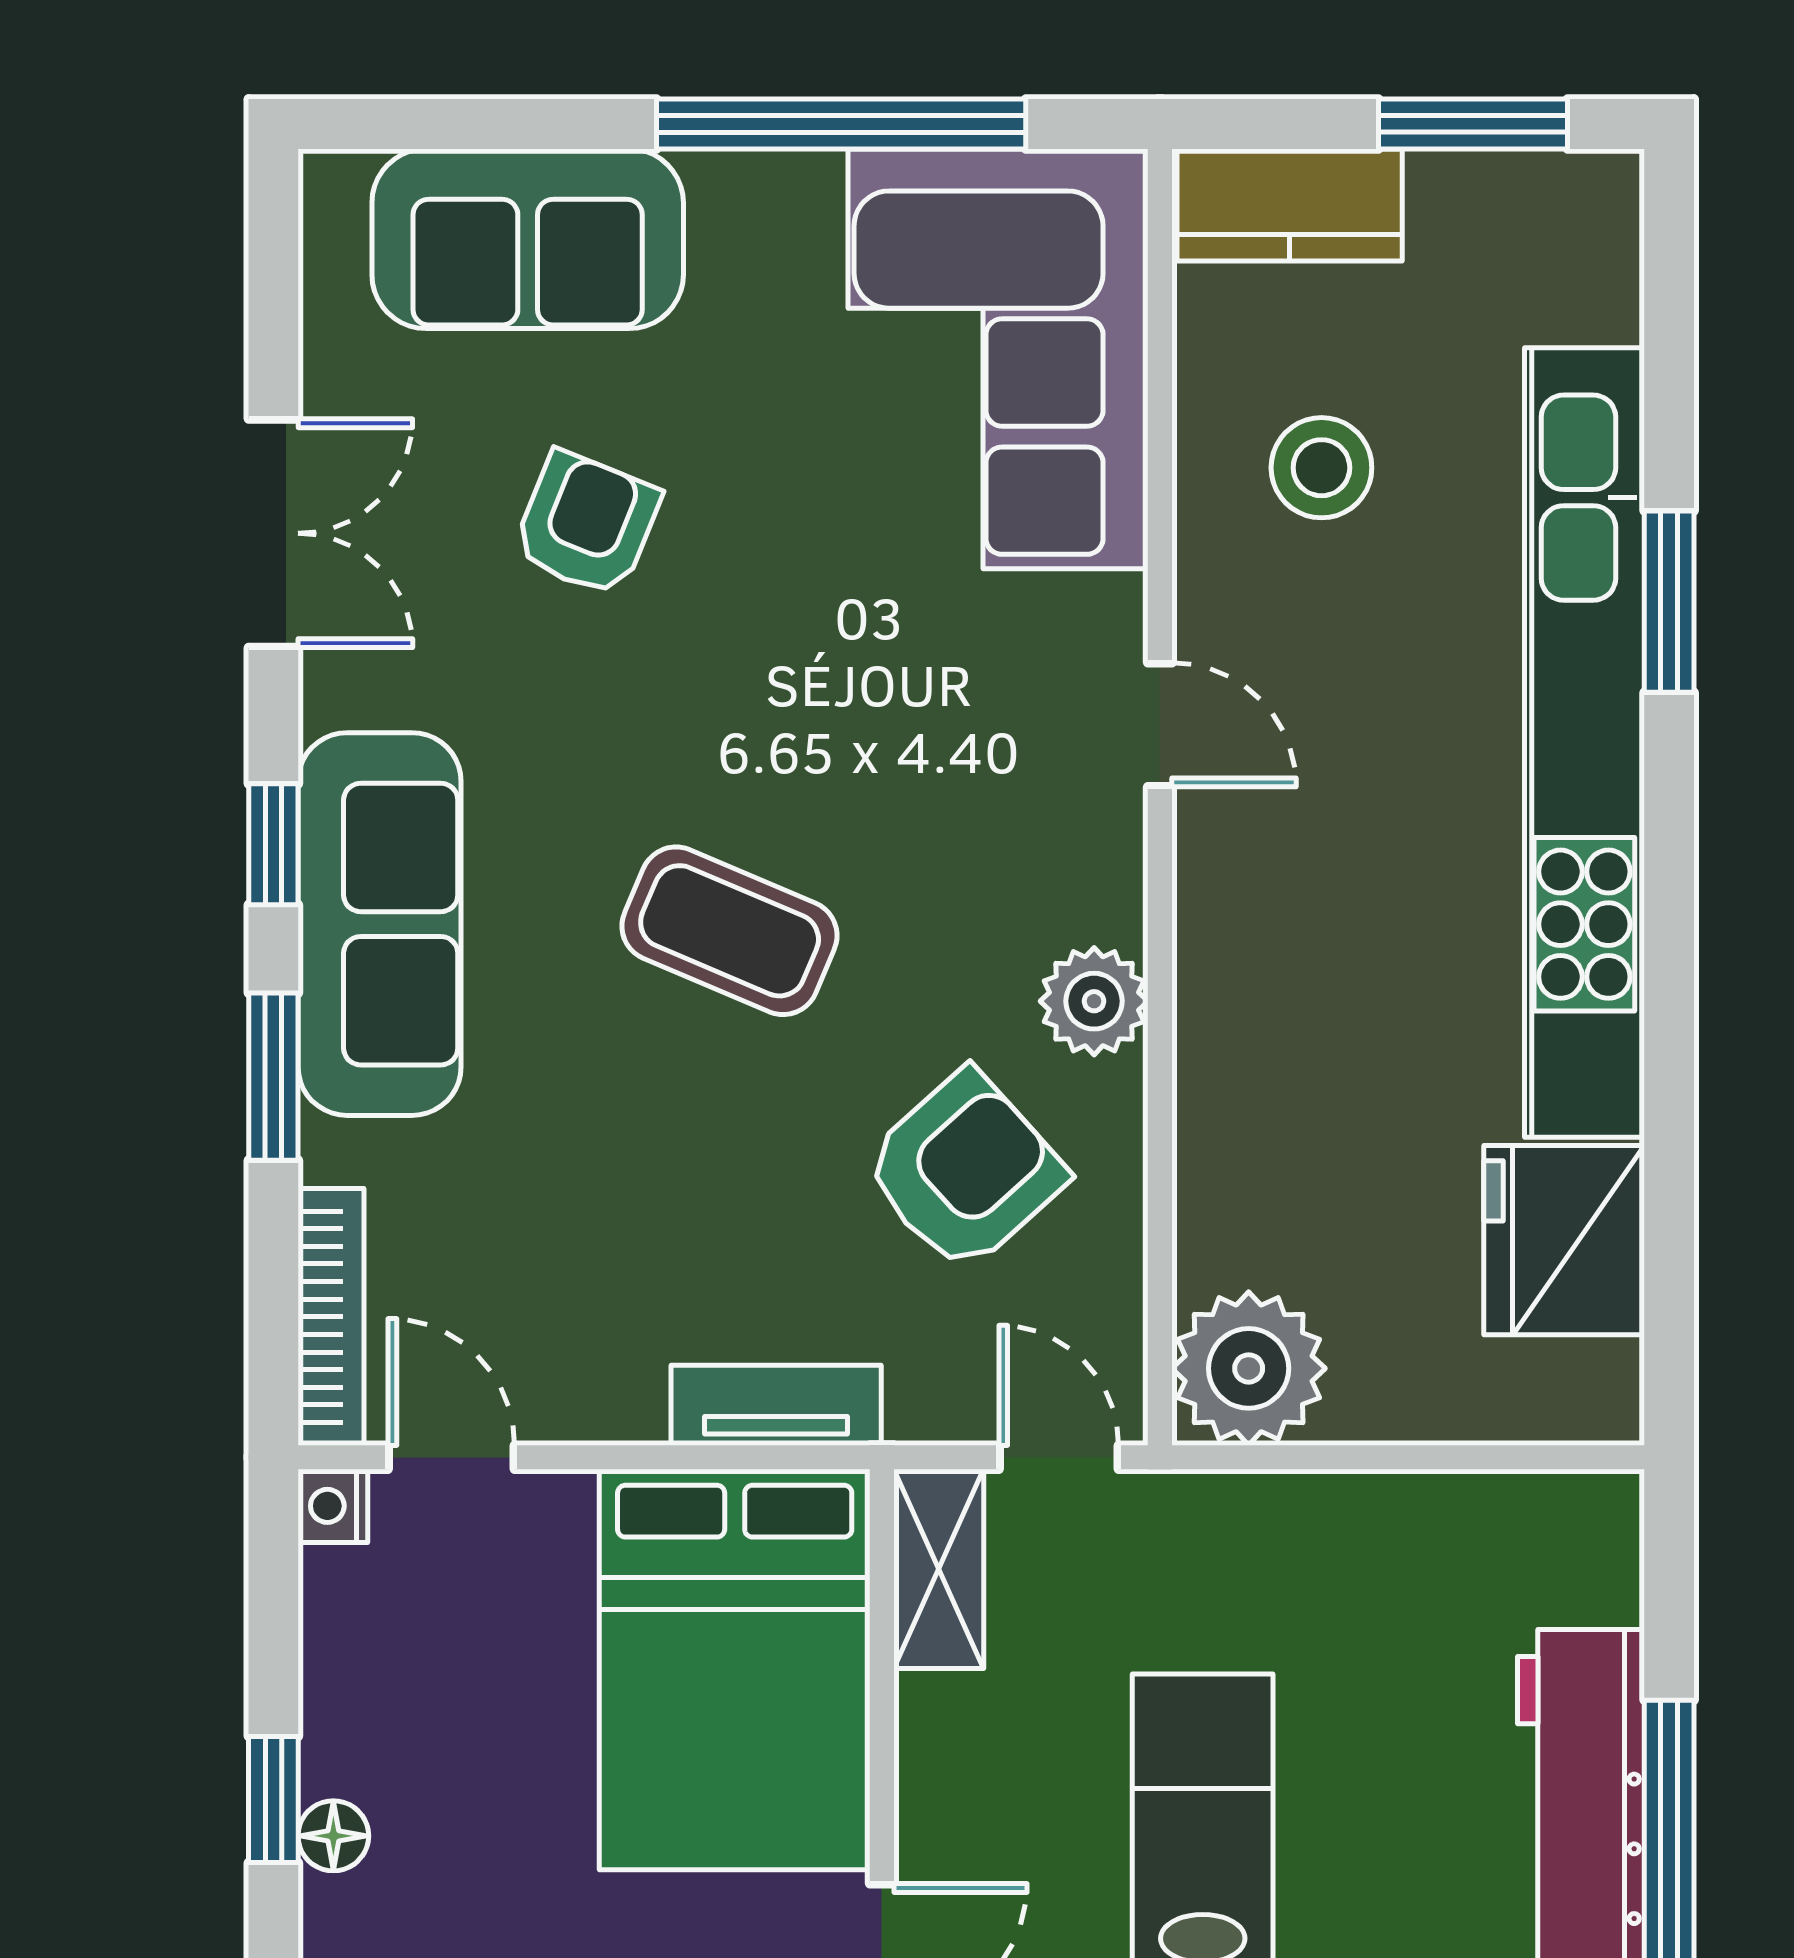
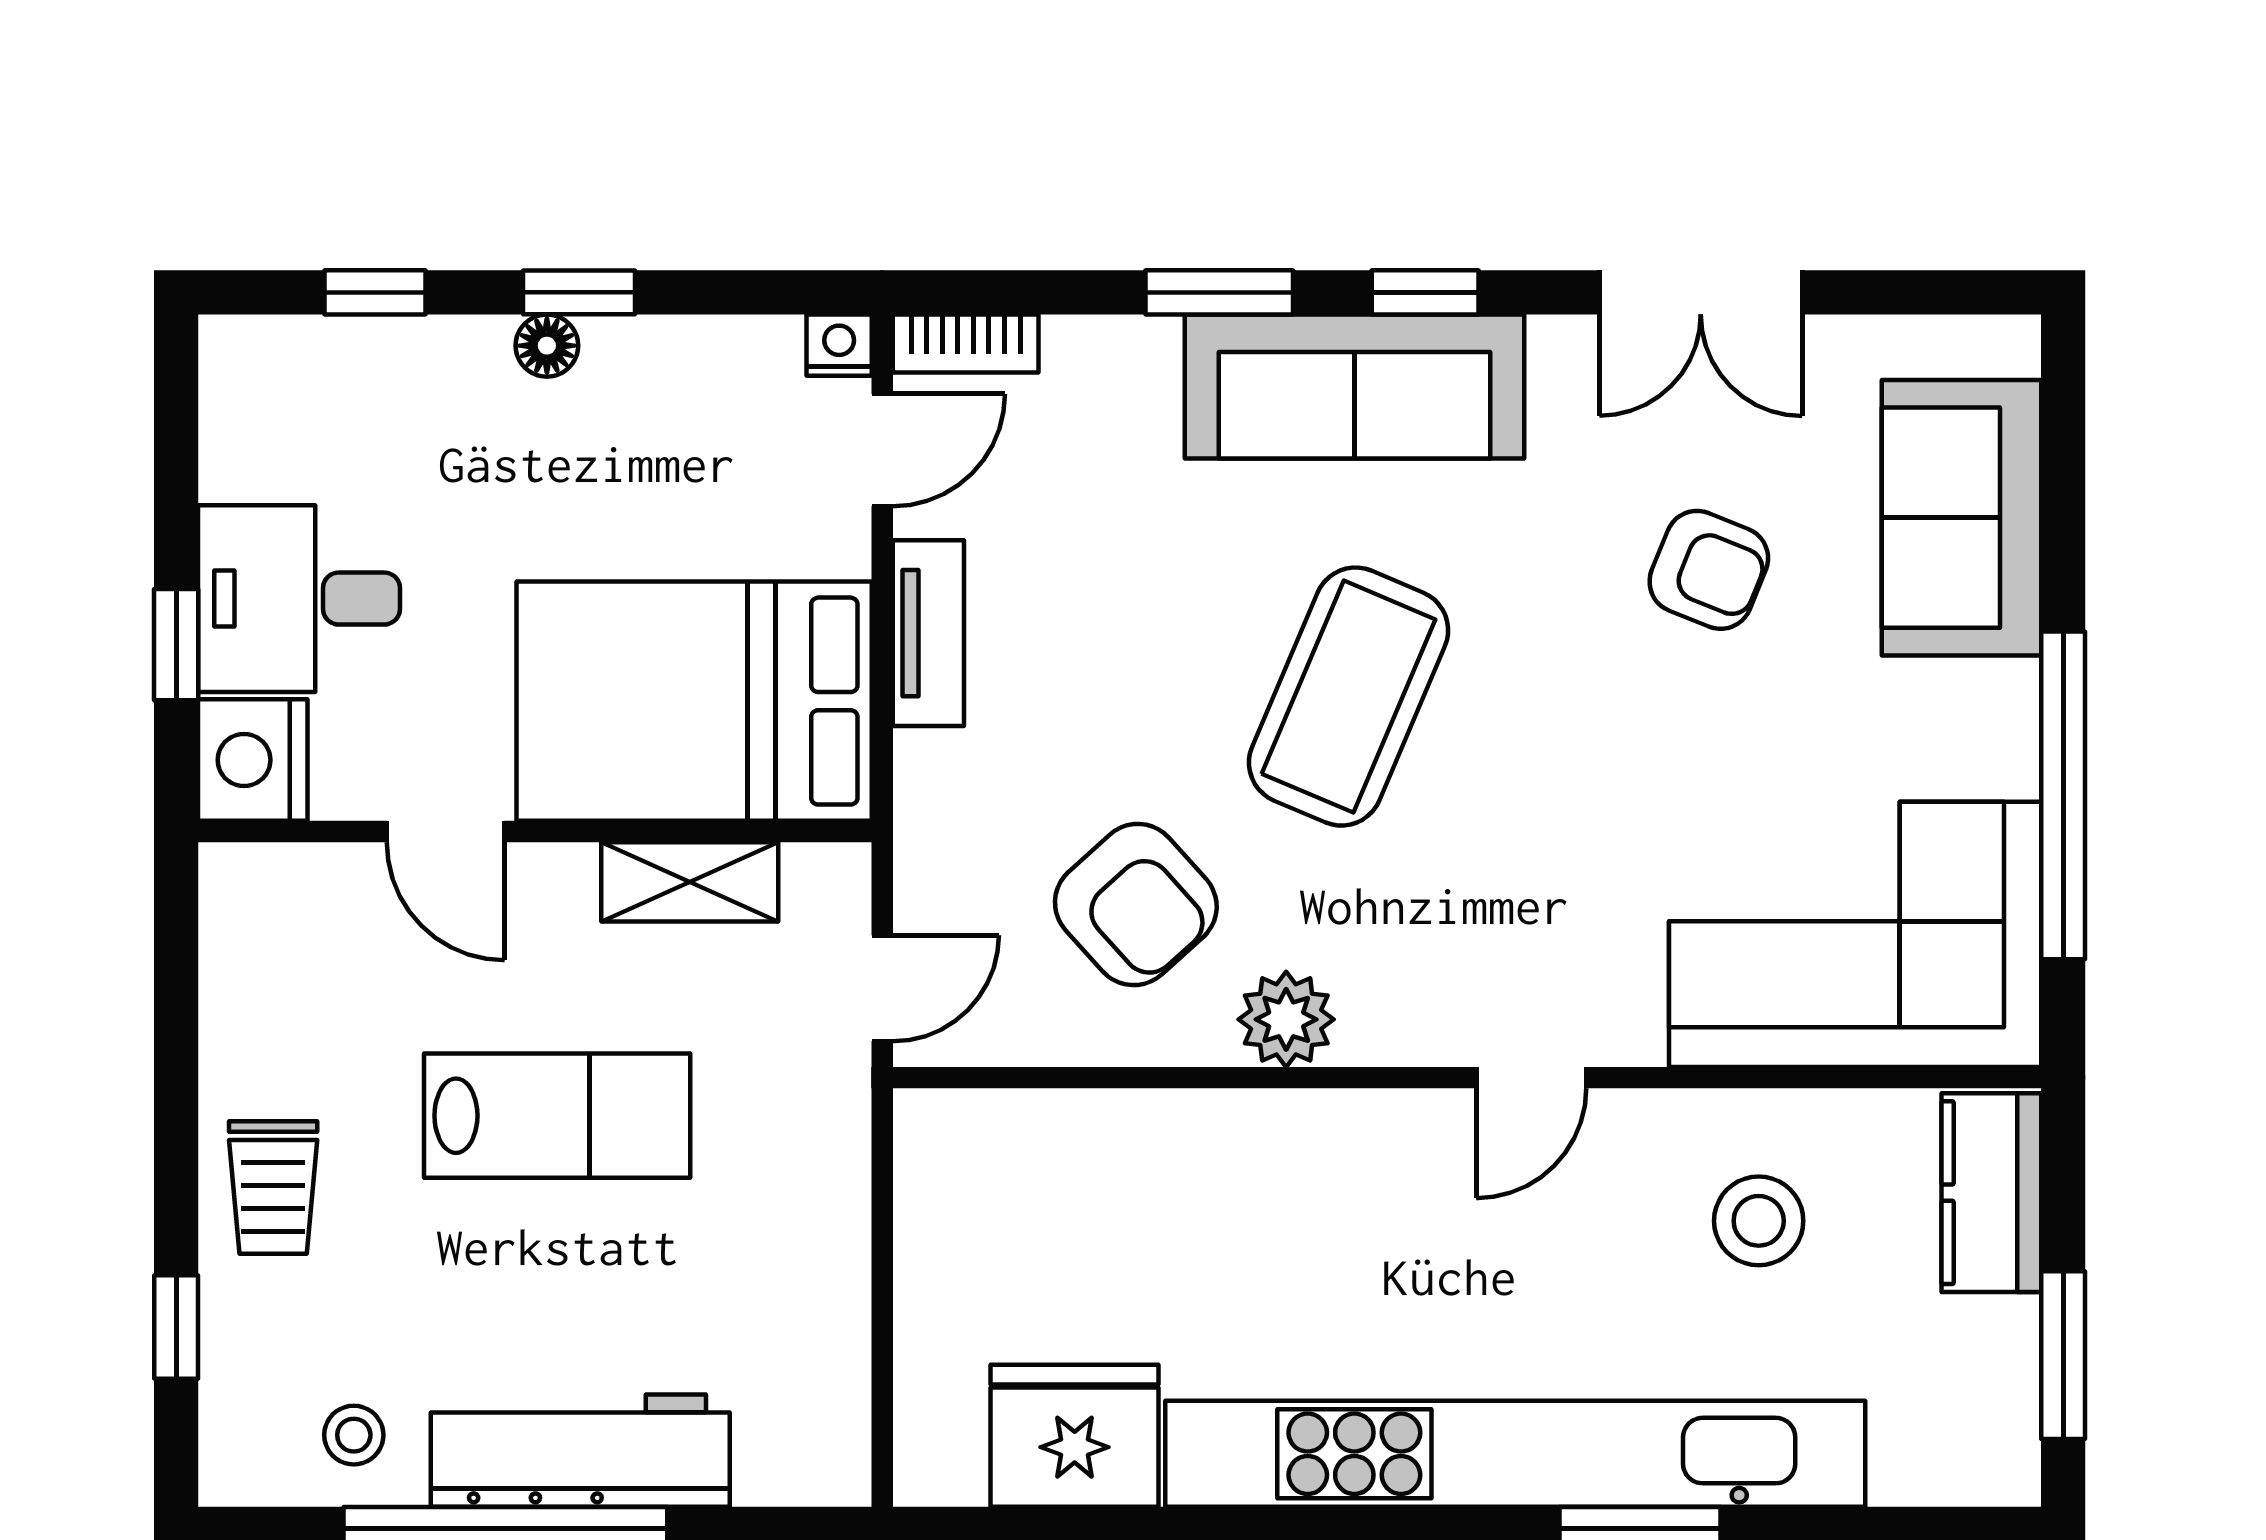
coffee table: (730, 931) -> (1349, 697), width x1.36, depth x1.32
bookcase: (331, 1317) -> (966, 344), width x0.64
plant: (1249, 1368) -> (961, 1156), removed
tv unit: (776, 1405) -> (928, 633), moved
shelving: (939, 1569) -> (690, 882), moved

